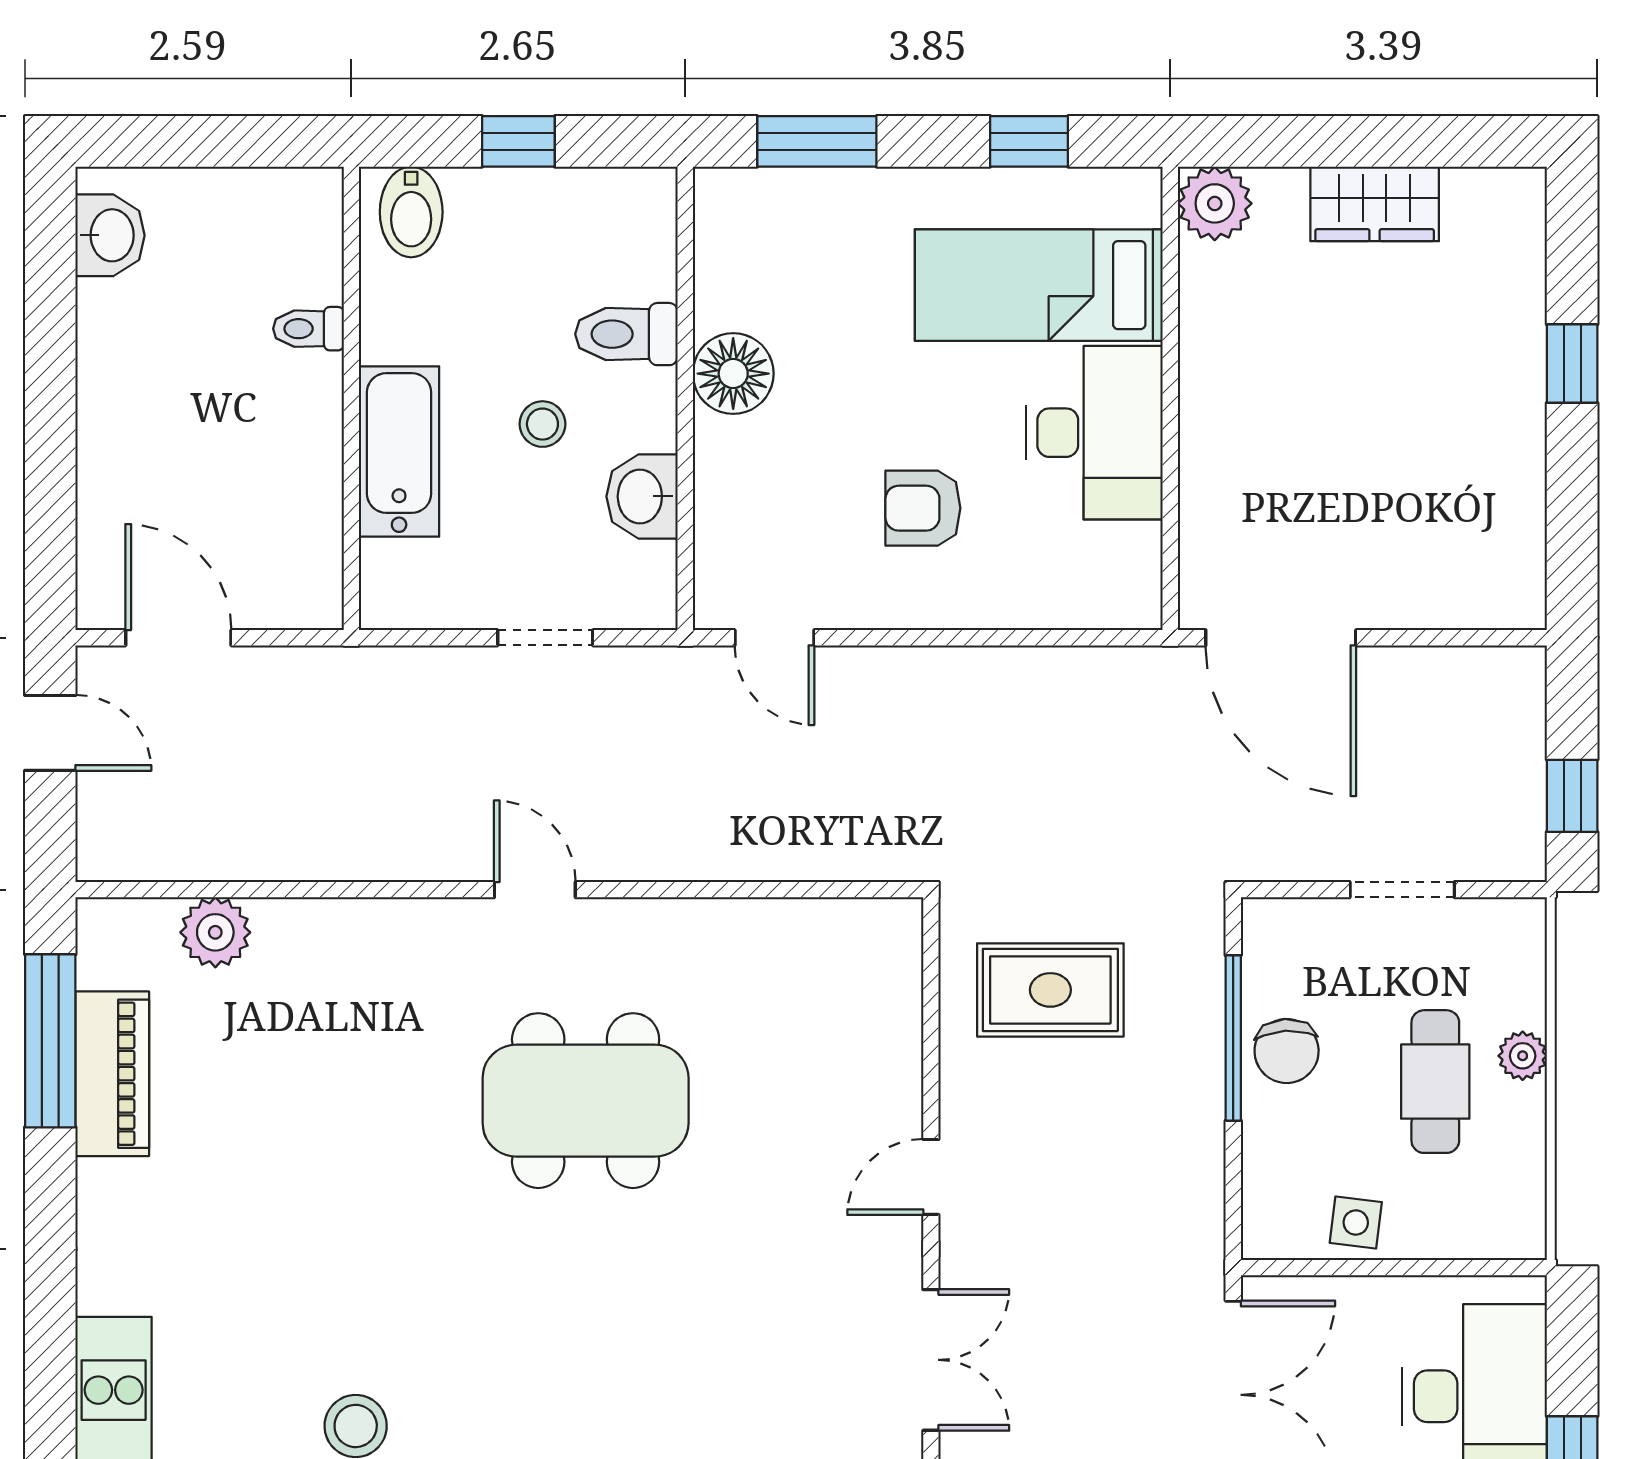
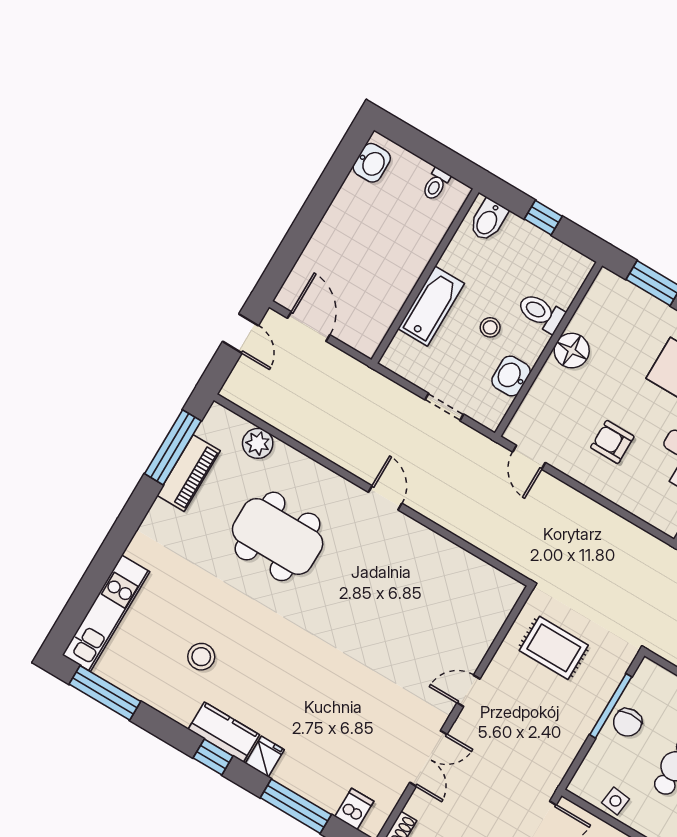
toilet: (308, 329) -> (436, 184), moved, turned -90
dining table: (586, 1101) -> (278, 536), moved

